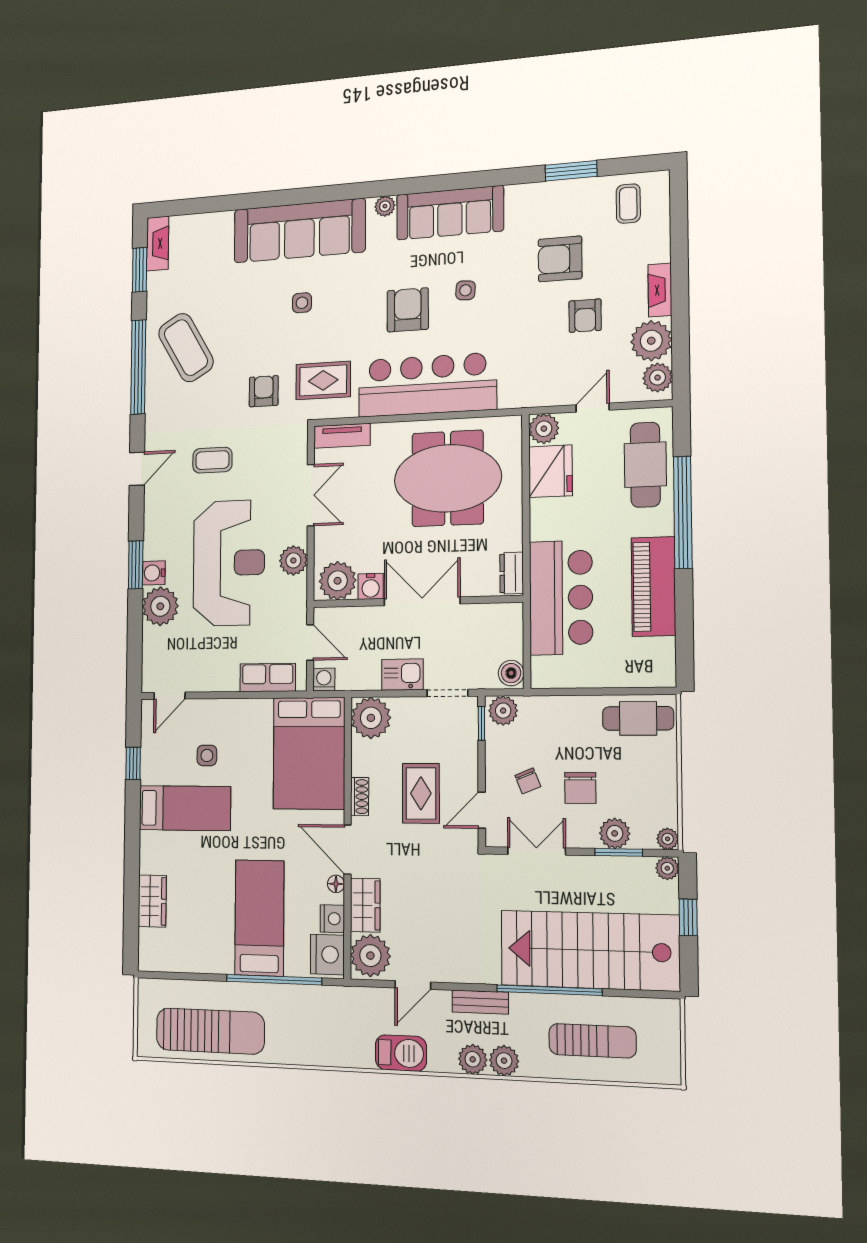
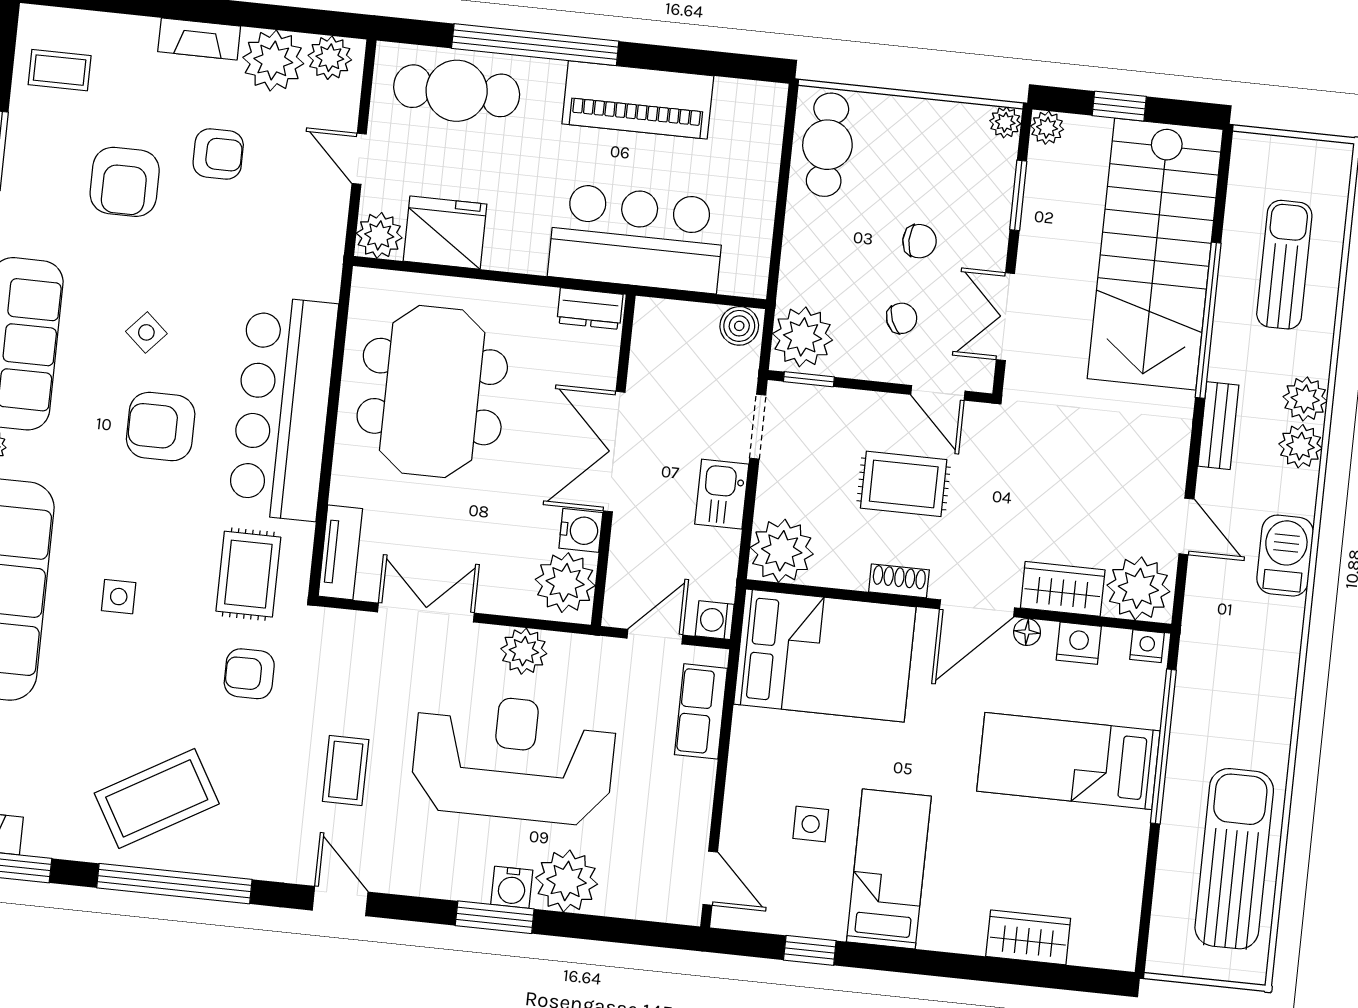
side table: (465, 290) -> (146, 332), turned 38
plant: (503, 711) -> (803, 337), width x1.36, depth x1.36
chair: (580, 788) -> (919, 241), width x0.73, depth x0.73
plant: (615, 833) -> (990, 198), removed
nightstand: (327, 954) -> (1147, 646), width x0.53, depth x0.56

